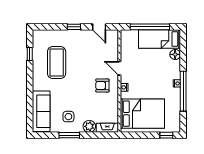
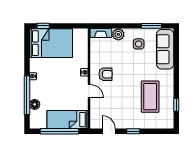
bed: (159, 39) -> (68, 120), moved, turned 180
window: (183, 91) -> (27, 95), moved
bed: (142, 114) -> (51, 43), moved, turned 180
window: (69, 135) -> (151, 26), moved

